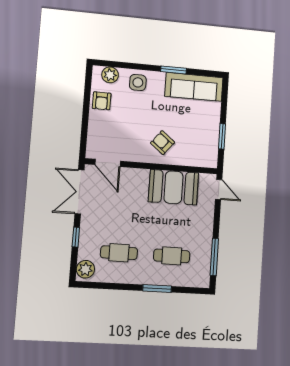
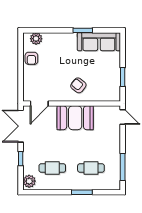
side table: (138, 82) -> (57, 42), removed
door: (108, 163) -> (39, 104), hinge flipped
booth: (174, 187) -> (75, 118), moved

